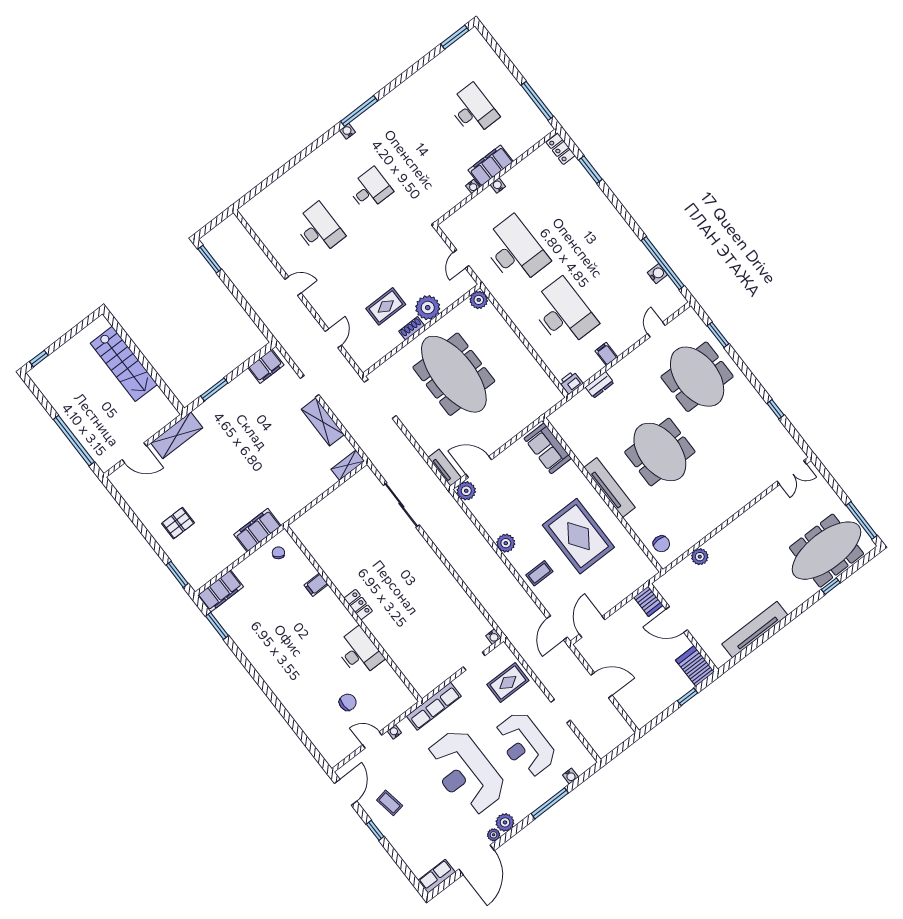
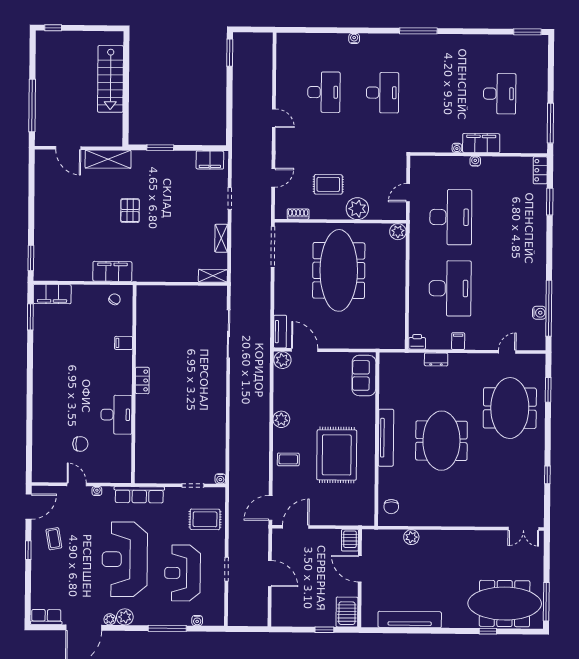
water cooler: (348, 131) -> (354, 38), moved
desk: (370, 189) -> (382, 93), width x1.37
shoe rack: (412, 328) -> (298, 214), moved
shelving: (323, 422) -> (221, 238), width x0.67, depth x0.75
pallet: (178, 523) -> (130, 211), moved, turned 90

